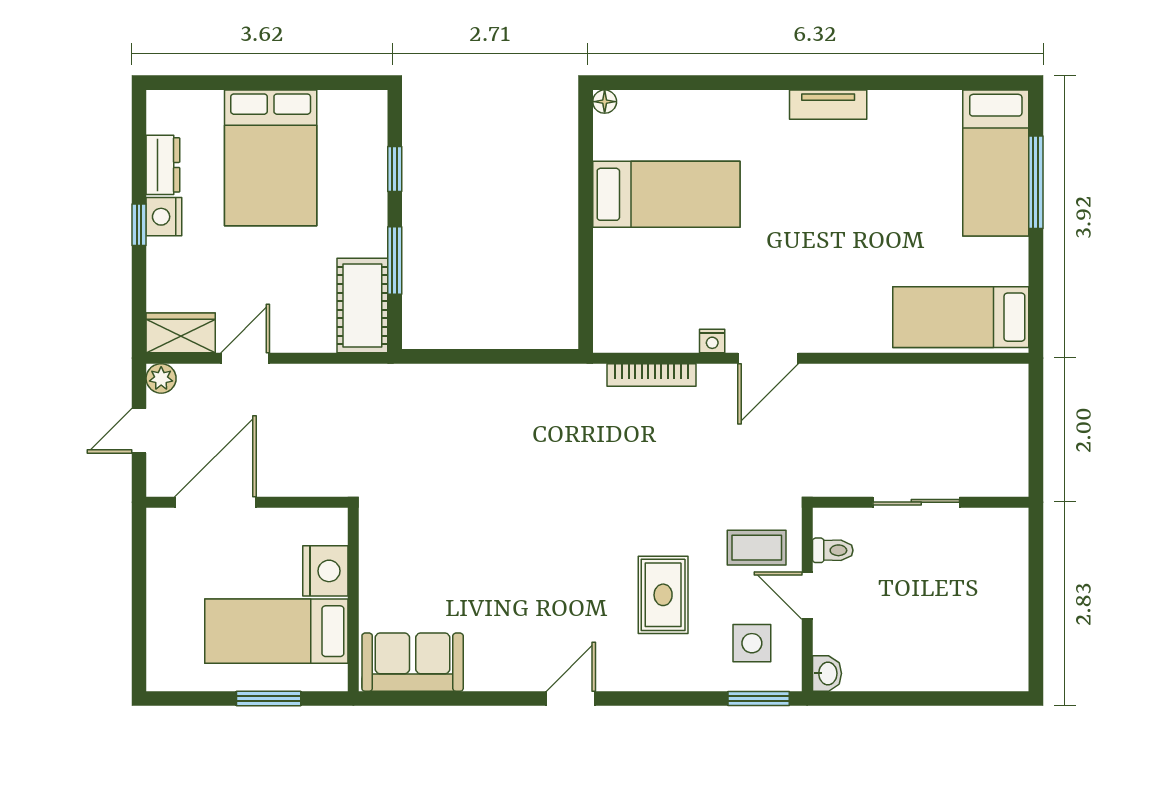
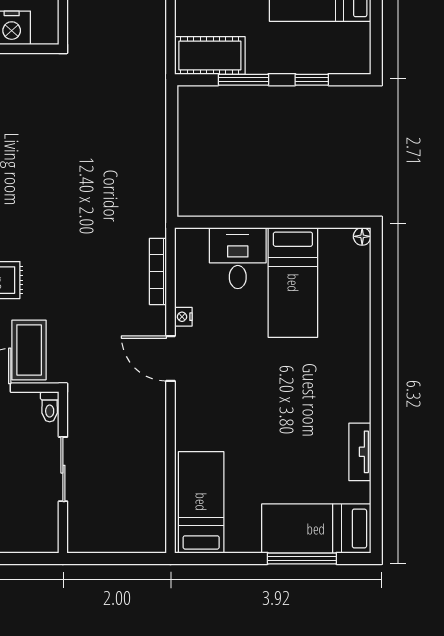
tv unit: (828, 105) -> (360, 452), moved
desk: (634, 268) -> (238, 258), added
coffee table: (757, 548) -> (29, 350), width x1.36, depth x1.30
toilet: (833, 550) -> (50, 407), moved

